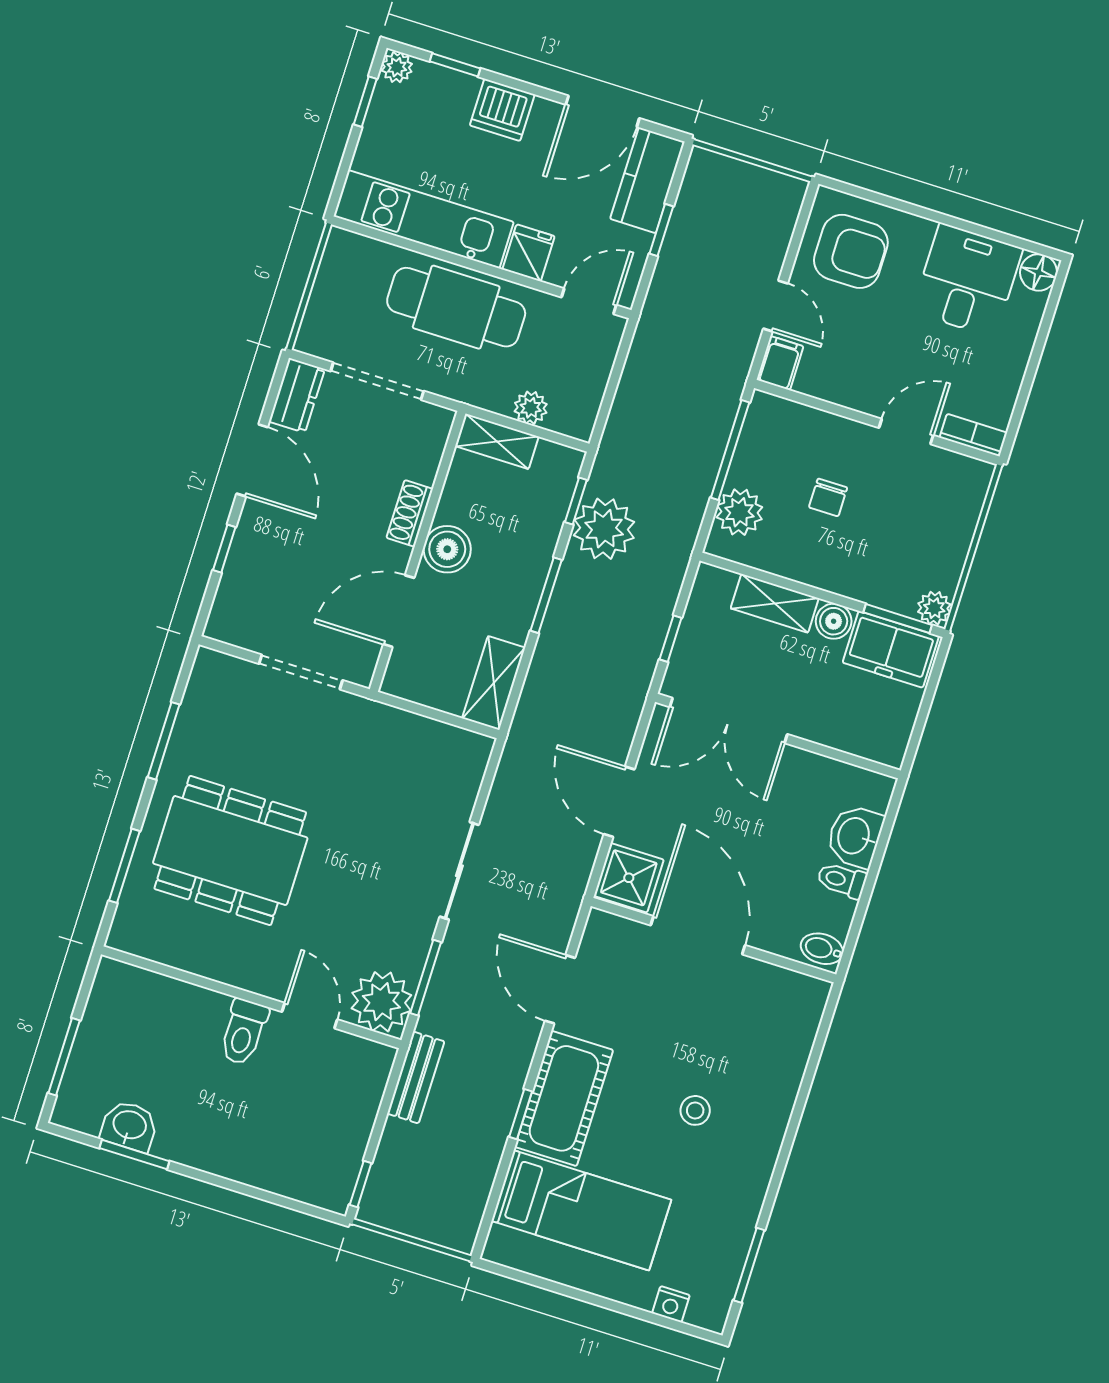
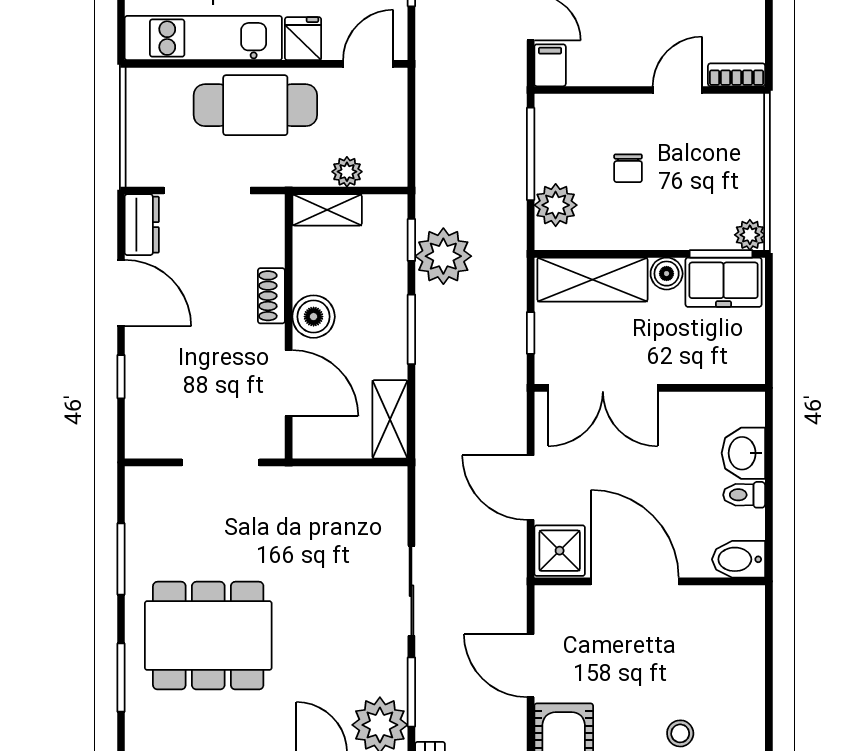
shelving: (775, 603) -> (592, 280), width x1.50, depth x1.33
door: (399, 611) -> (289, 383), swing flipped
bidet: (822, 949) -> (739, 559), width x1.38, depth x1.36

